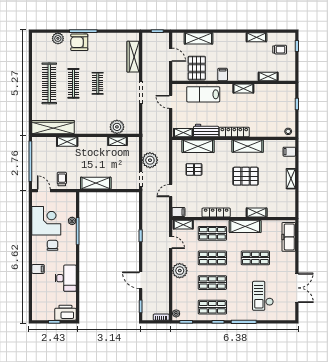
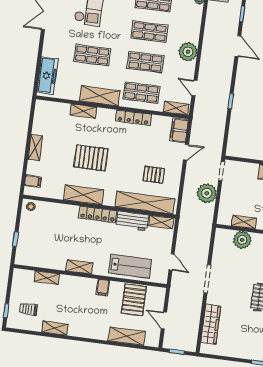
shelving: (198, 146) -> (145, 203), width x1.47
filing cabinet: (178, 212) -> (179, 130), width x2.00

